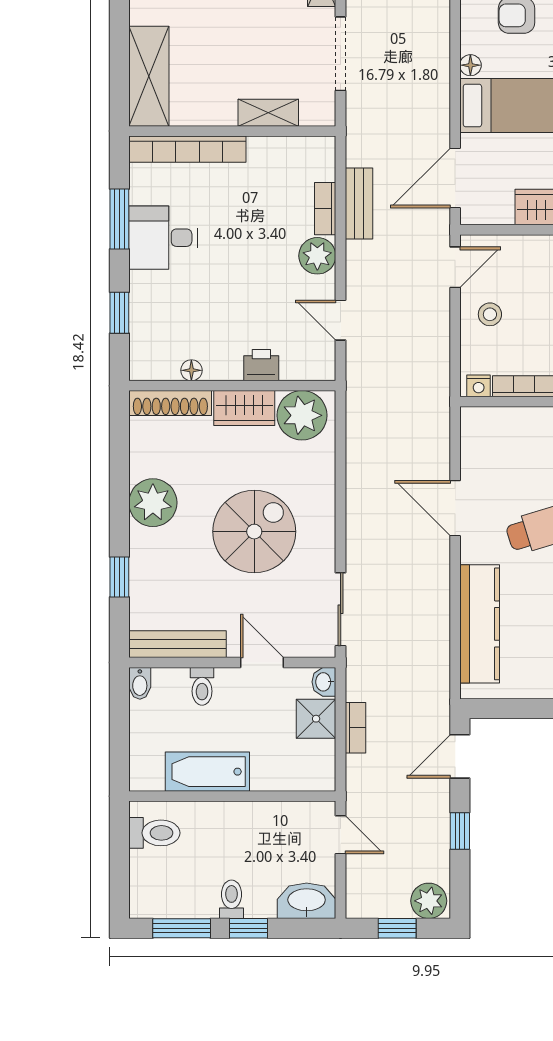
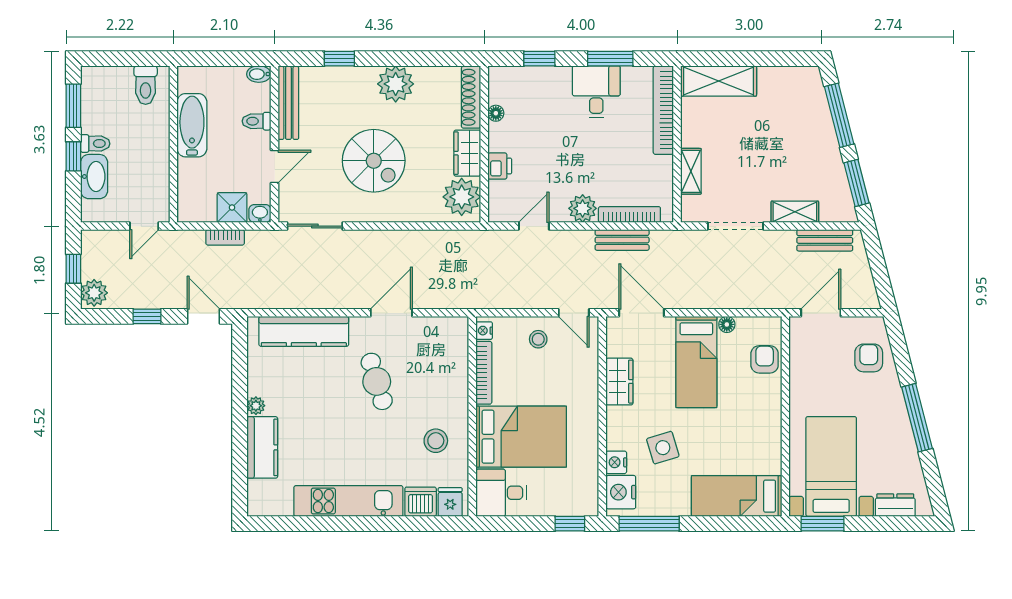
bookcase: (325, 209) -> (629, 214), width x1.56
washbasin: (307, 901) -> (94, 177), moved

